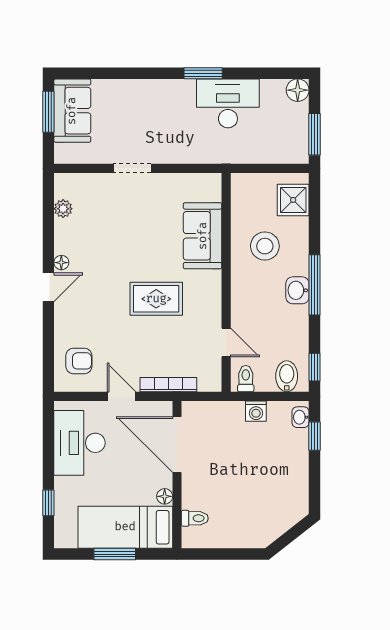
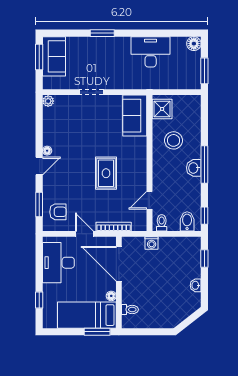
window: (203, 73) -> (102, 33), moved
shower: (293, 200) -> (162, 109), moved
plant: (63, 209) -> (48, 101), moved
sofa: (203, 236) -> (135, 116), moved
rug: (156, 299) -> (106, 173), turned 90
door: (226, 342) -> (149, 200), swing flipped
window: (48, 349) -> (39, 205), added
washing machine: (256, 411) -> (152, 243), moved
washbasin: (300, 417) -> (196, 285), moved
window: (115, 554) -> (97, 332), moved

